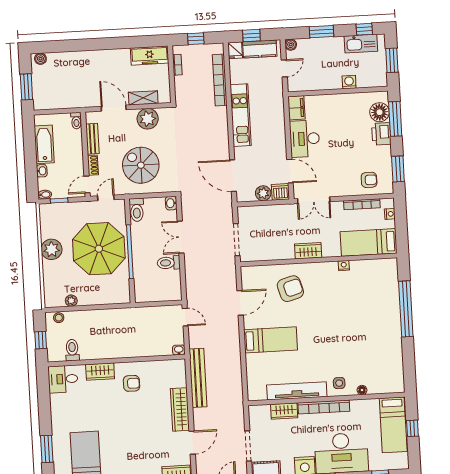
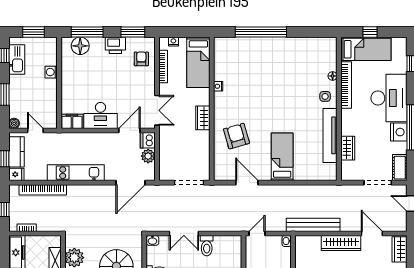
printer: (381, 134) -> (115, 45), moved
bookcase: (324, 407) -> (346, 85), moved

